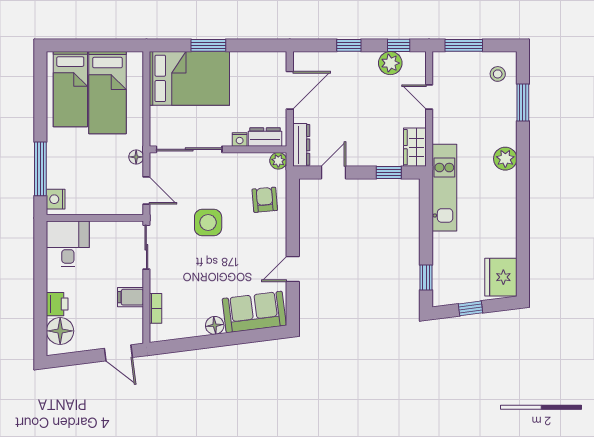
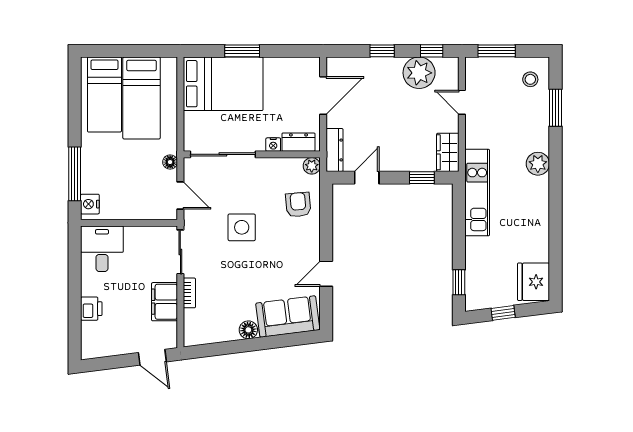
plant: (390, 63) -> (419, 73), width x1.36, depth x1.36
filing cabinet: (131, 297) -> (164, 302), width x2.00
bookcase: (155, 308) -> (189, 293), moved
floor lamp: (60, 331) -> (94, 335), removed

